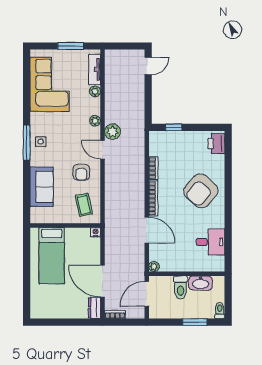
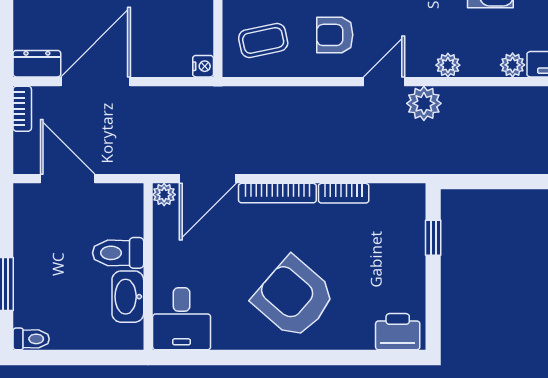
plant: (154, 267) -> (164, 195), moved
wall: (187, 274) -> (148, 267), moved
washbasin: (200, 283) -> (128, 297), moved
toilet: (181, 287) -> (118, 253), moved

